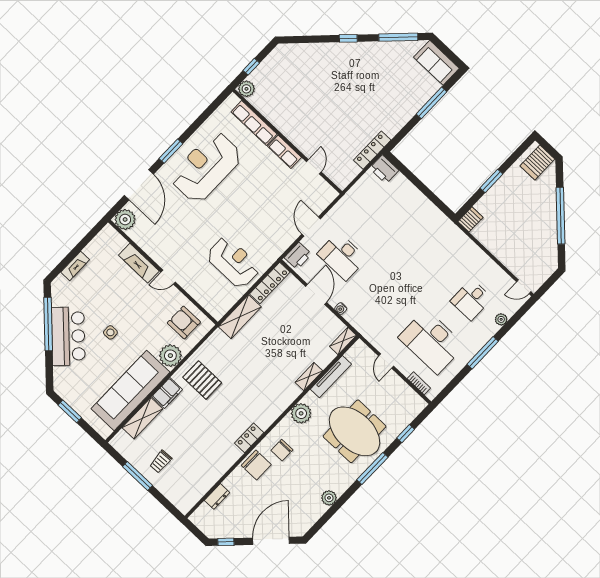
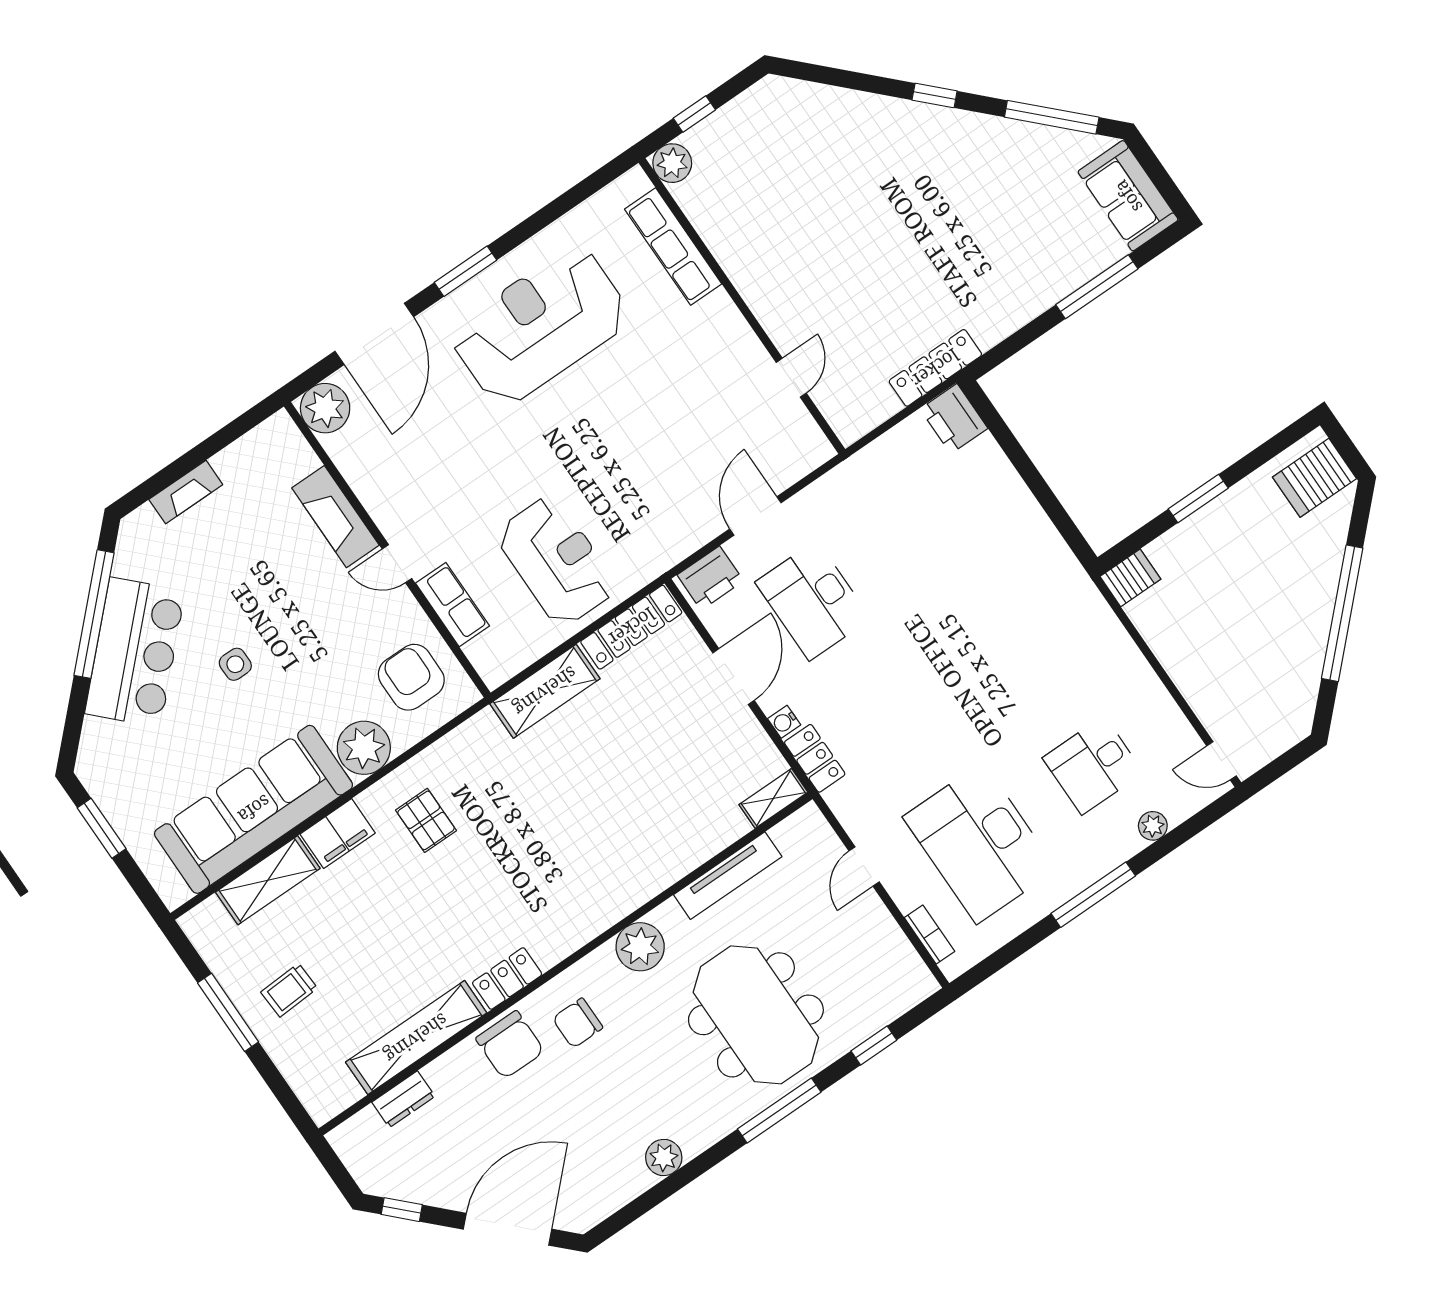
row of seats: (284, 152) -> (453, 605), moved, turned 180
locker: (356, 321) -> (815, 758), added
shelving: (309, 377) -> (416, 1038), moved, width x2.20, depth x1.33
pallet: (202, 380) -> (426, 820), width x0.67, depth x0.71

